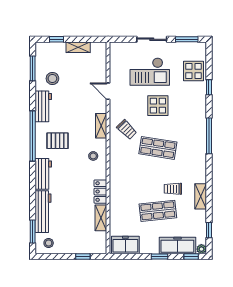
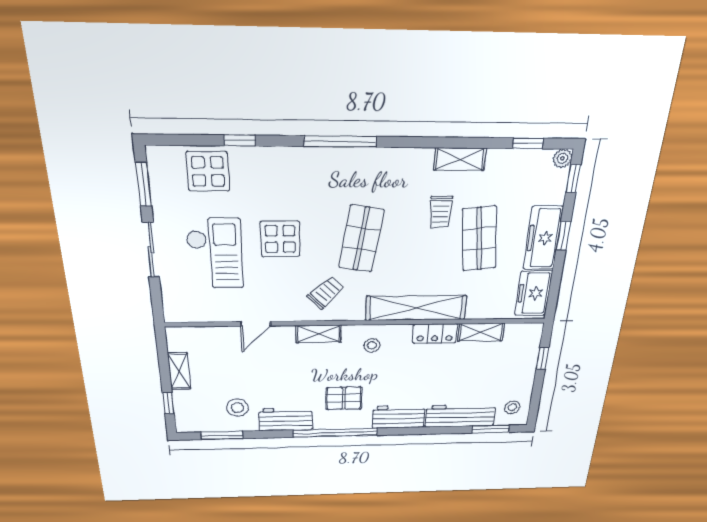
pallet: (58, 141) -> (344, 398), turned 90
shelving: (117, 180) -> (416, 308), added
freezer: (177, 246) -> (543, 238), moved

